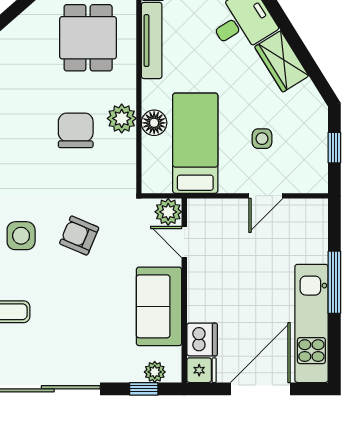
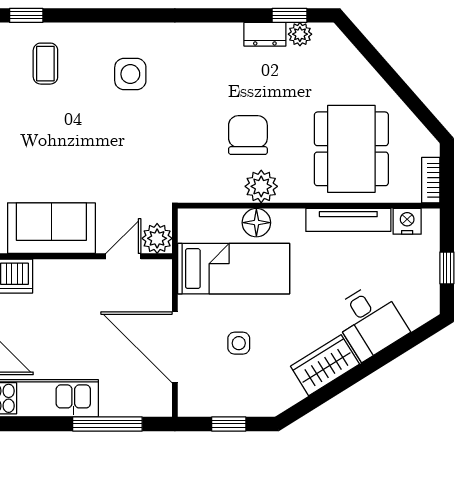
dining table: (88, 38) -> (351, 149), width x1.38
chair: (76, 130) -> (248, 135), turned -90
door: (266, 196) -> (175, 347), width x1.88
armchair: (79, 236) -> (131, 139), removed
window: (334, 282) -> (107, 424), moved

